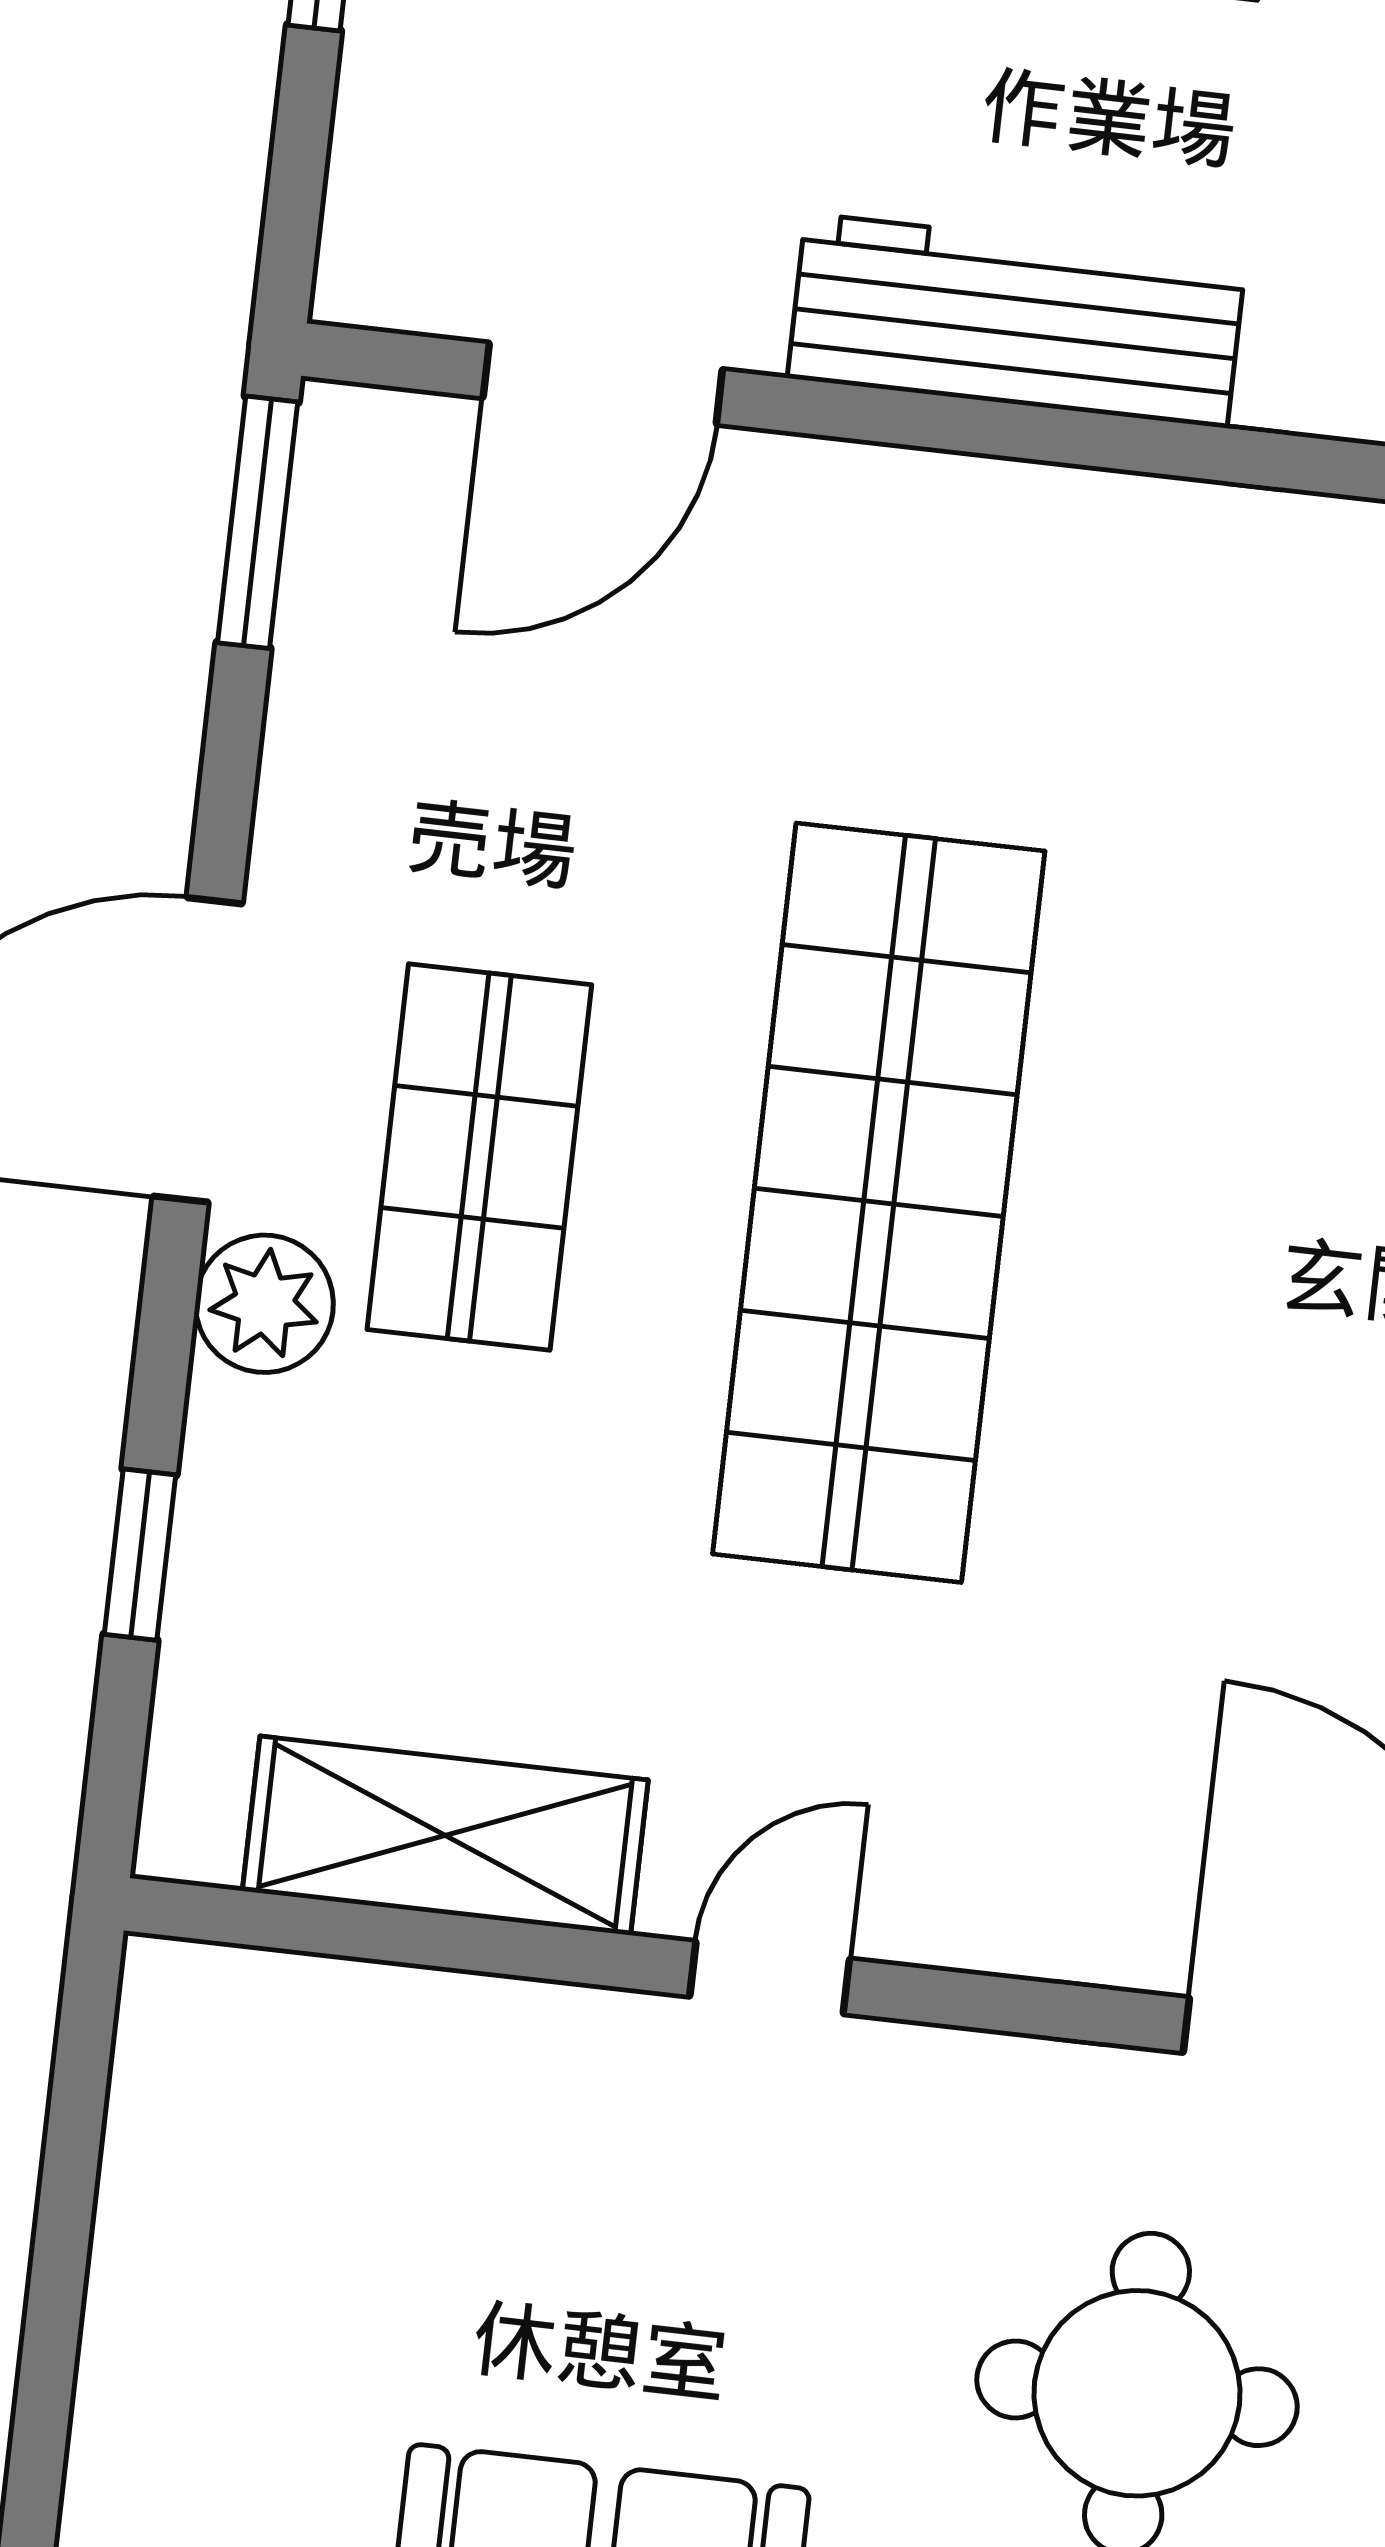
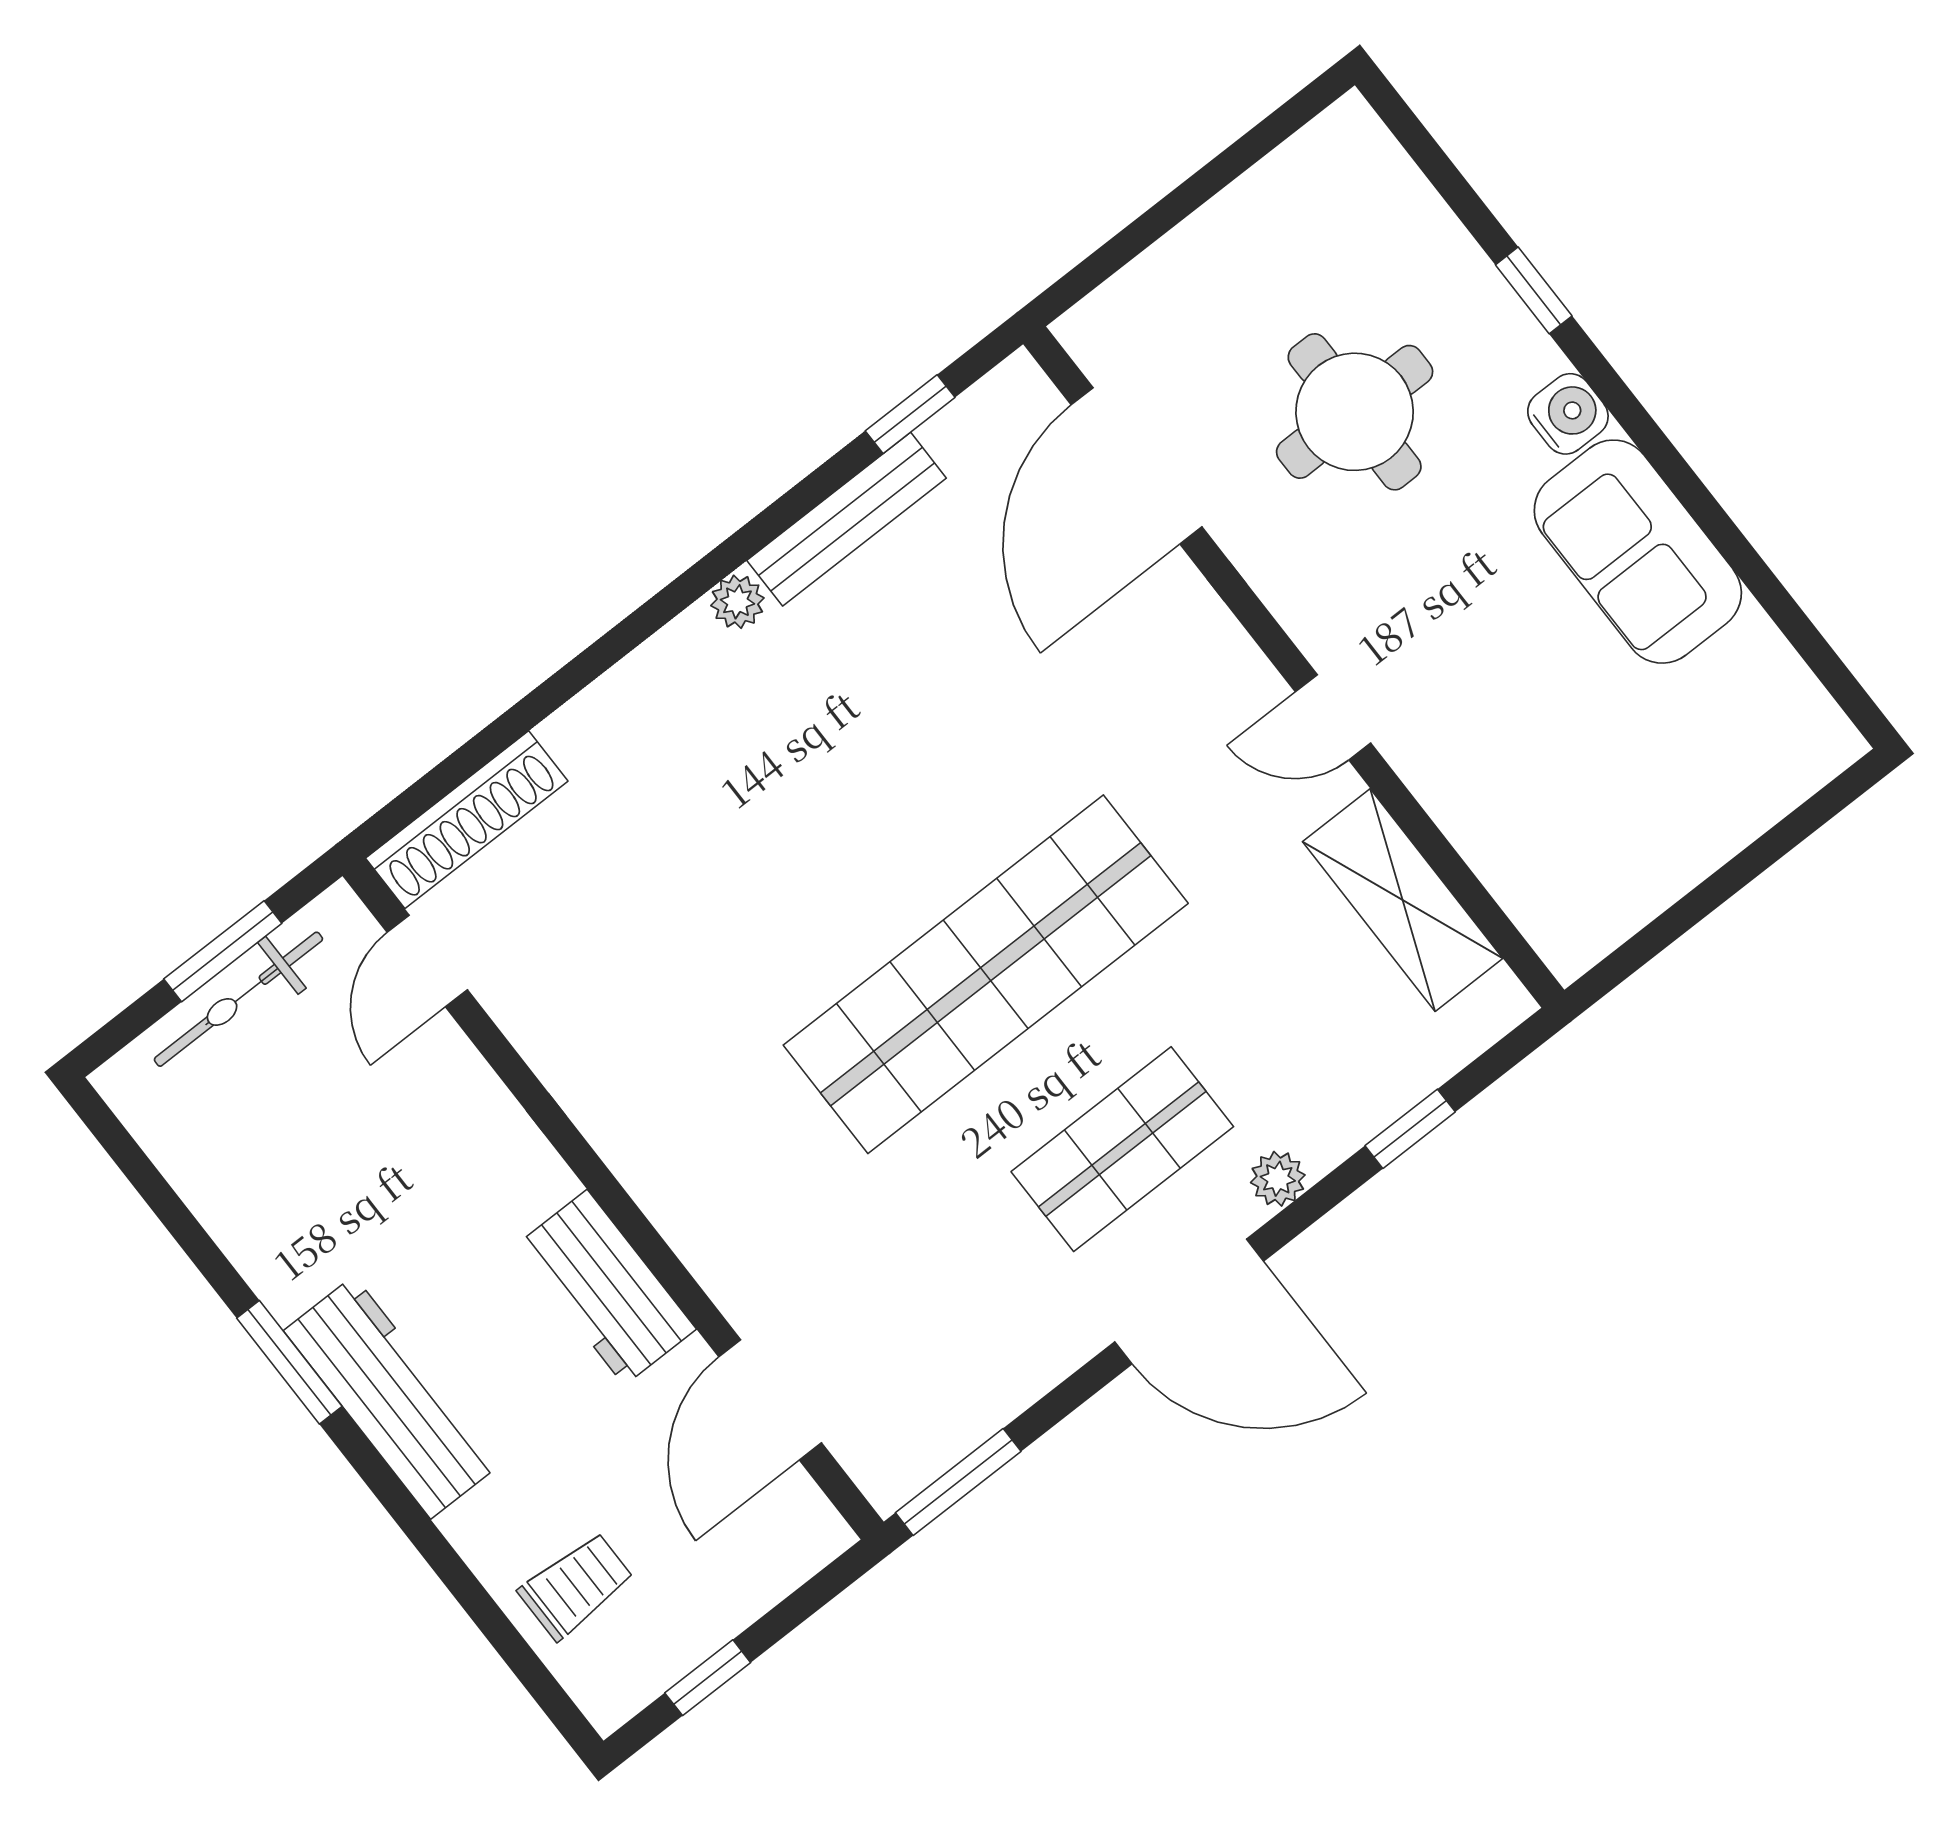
workbench: (1016, 321) -> (606, 1287), width x0.73
door: (603, 384) -> (770, 1400), swing flipped
plant: (264, 1304) -> (1278, 1179), width x0.73, depth x0.73

